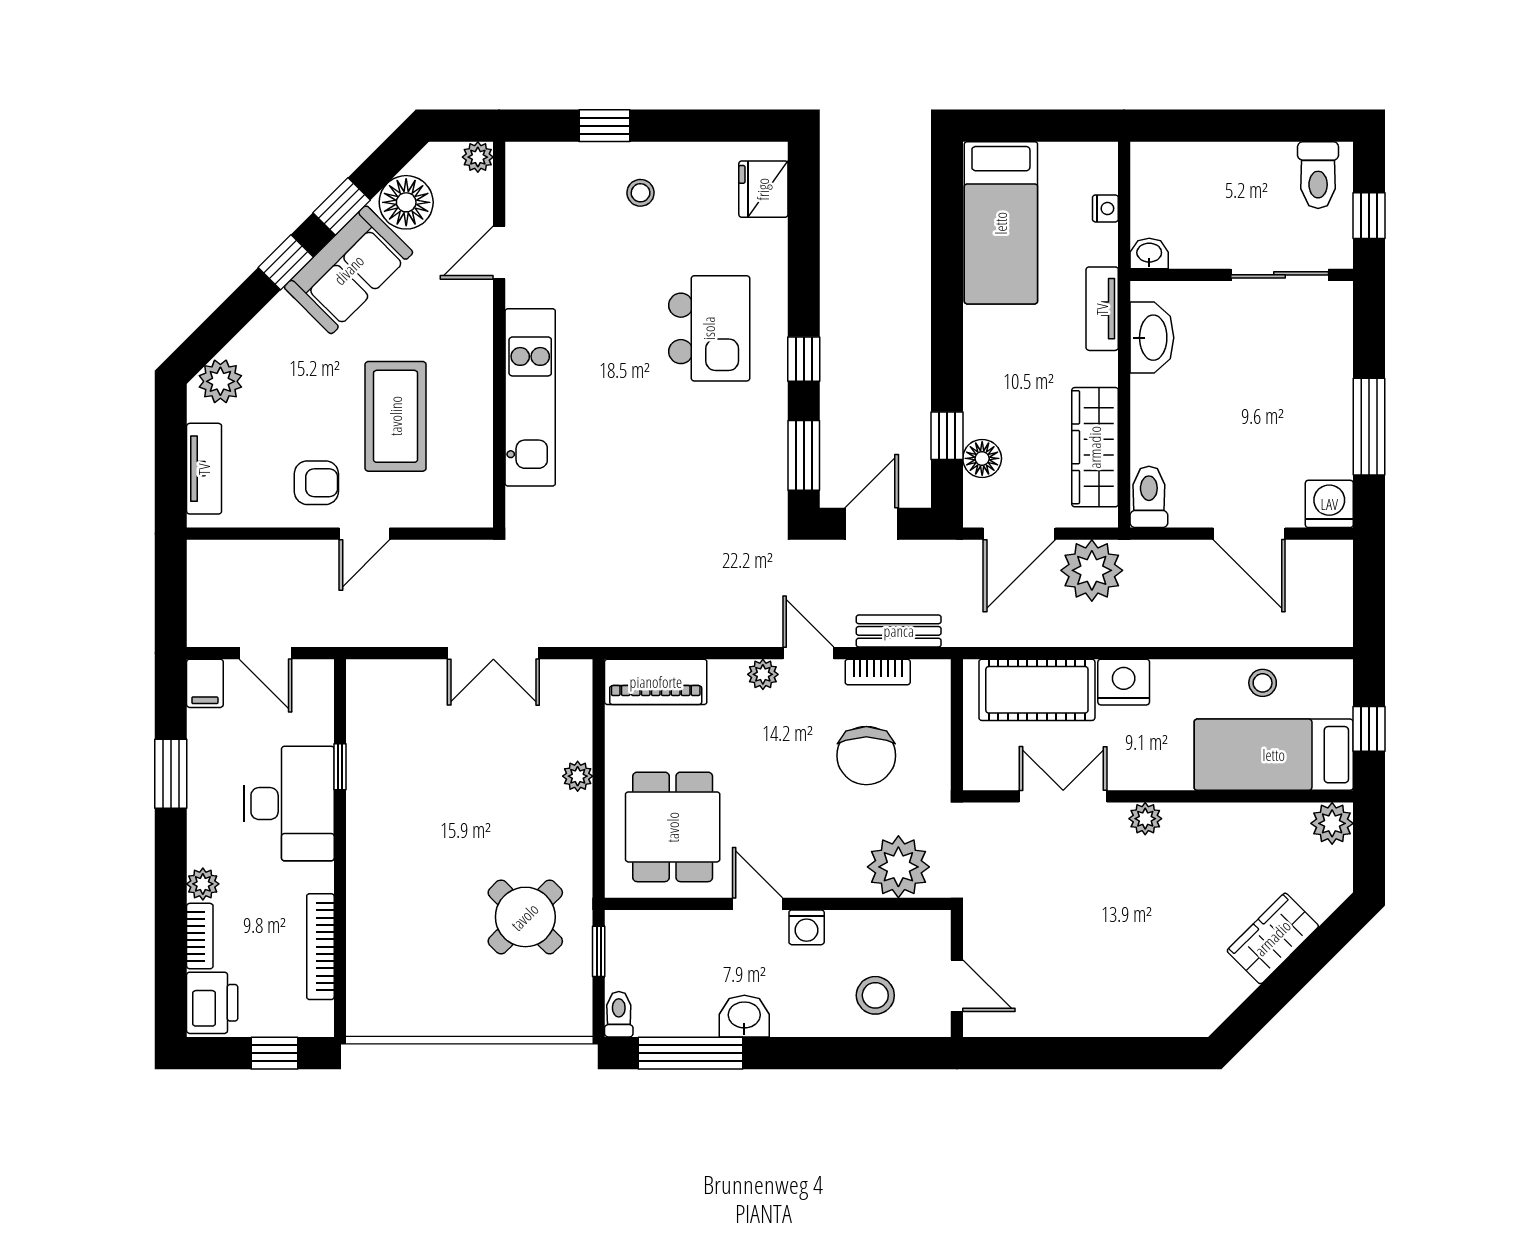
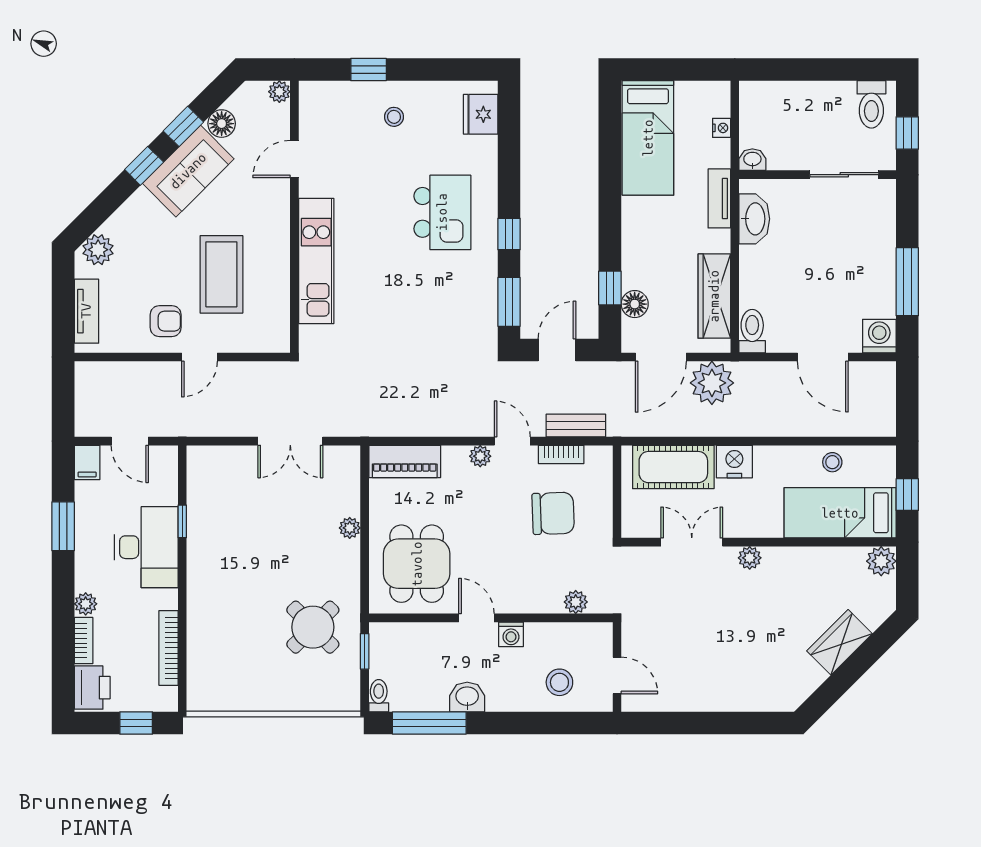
floor lamp: (406, 202) -> (222, 124), width x0.73, depth x0.73
chair: (866, 756) -> (553, 513), turned -92
plant: (898, 867) -> (576, 602), width x0.53, depth x0.53

